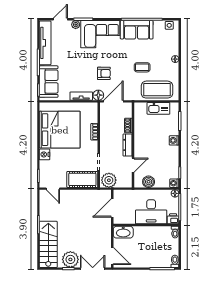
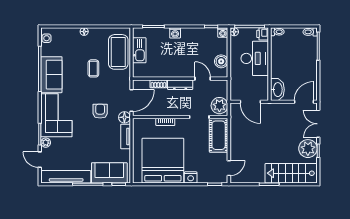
door: (113, 101) -> (131, 101), swing flipped

